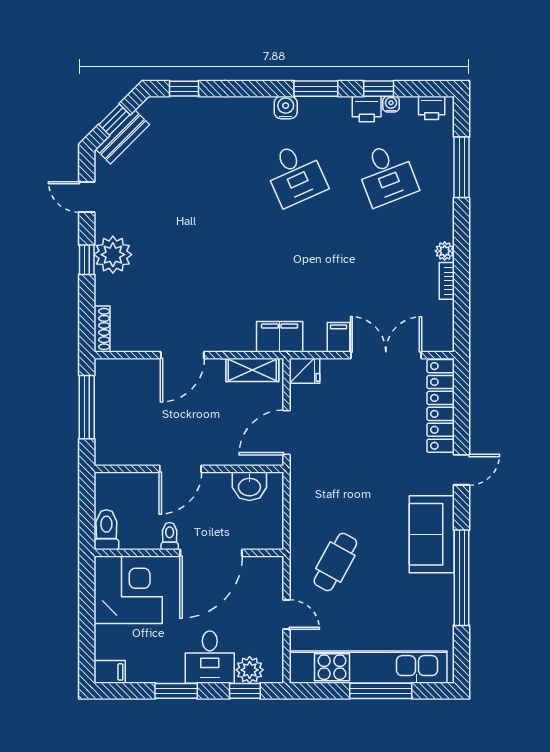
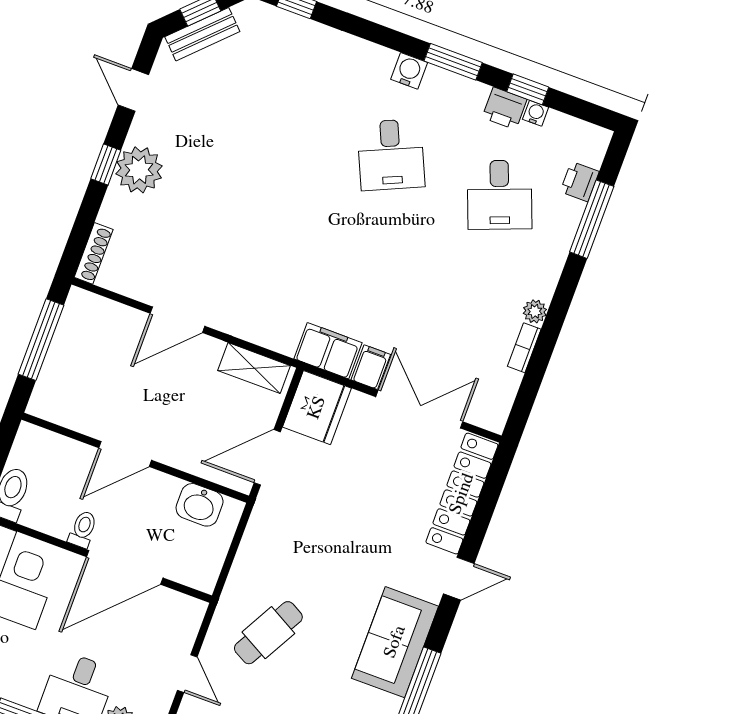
printer: (432, 108) -> (580, 182), moved, turned 90
filing cabinet: (280, 337) -> (328, 351), moved
fridge: (305, 371) -> (317, 408), width x1.88, depth x1.34

